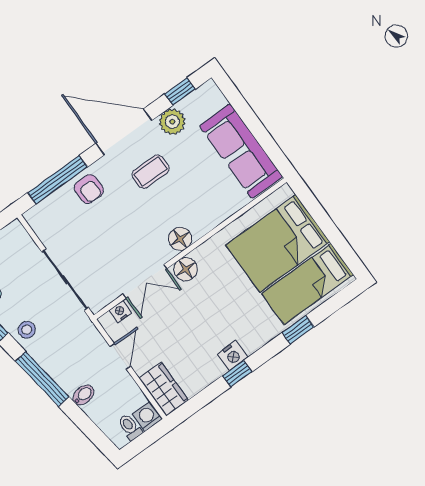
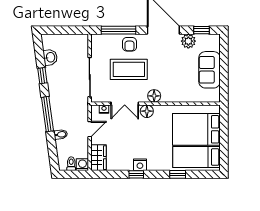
sofa: (241, 151) -> (210, 70), width x0.73
coffee table: (151, 172) -> (129, 69), moved, width x1.86, depth x1.72
stool: (27, 330) -> (56, 87), removed

